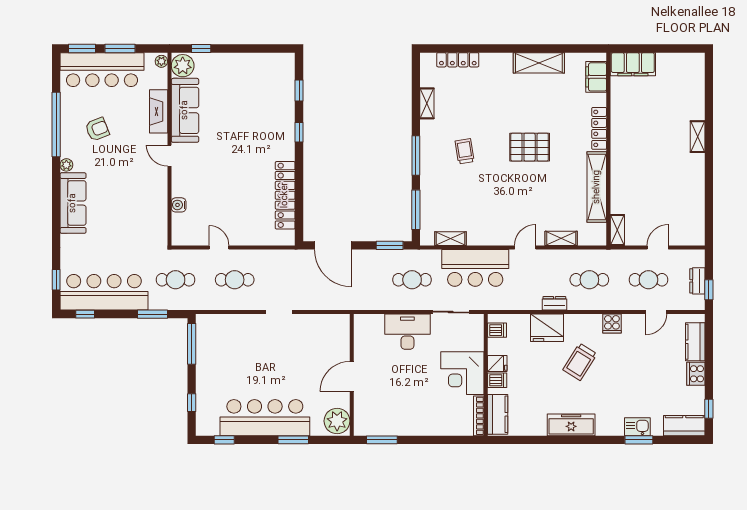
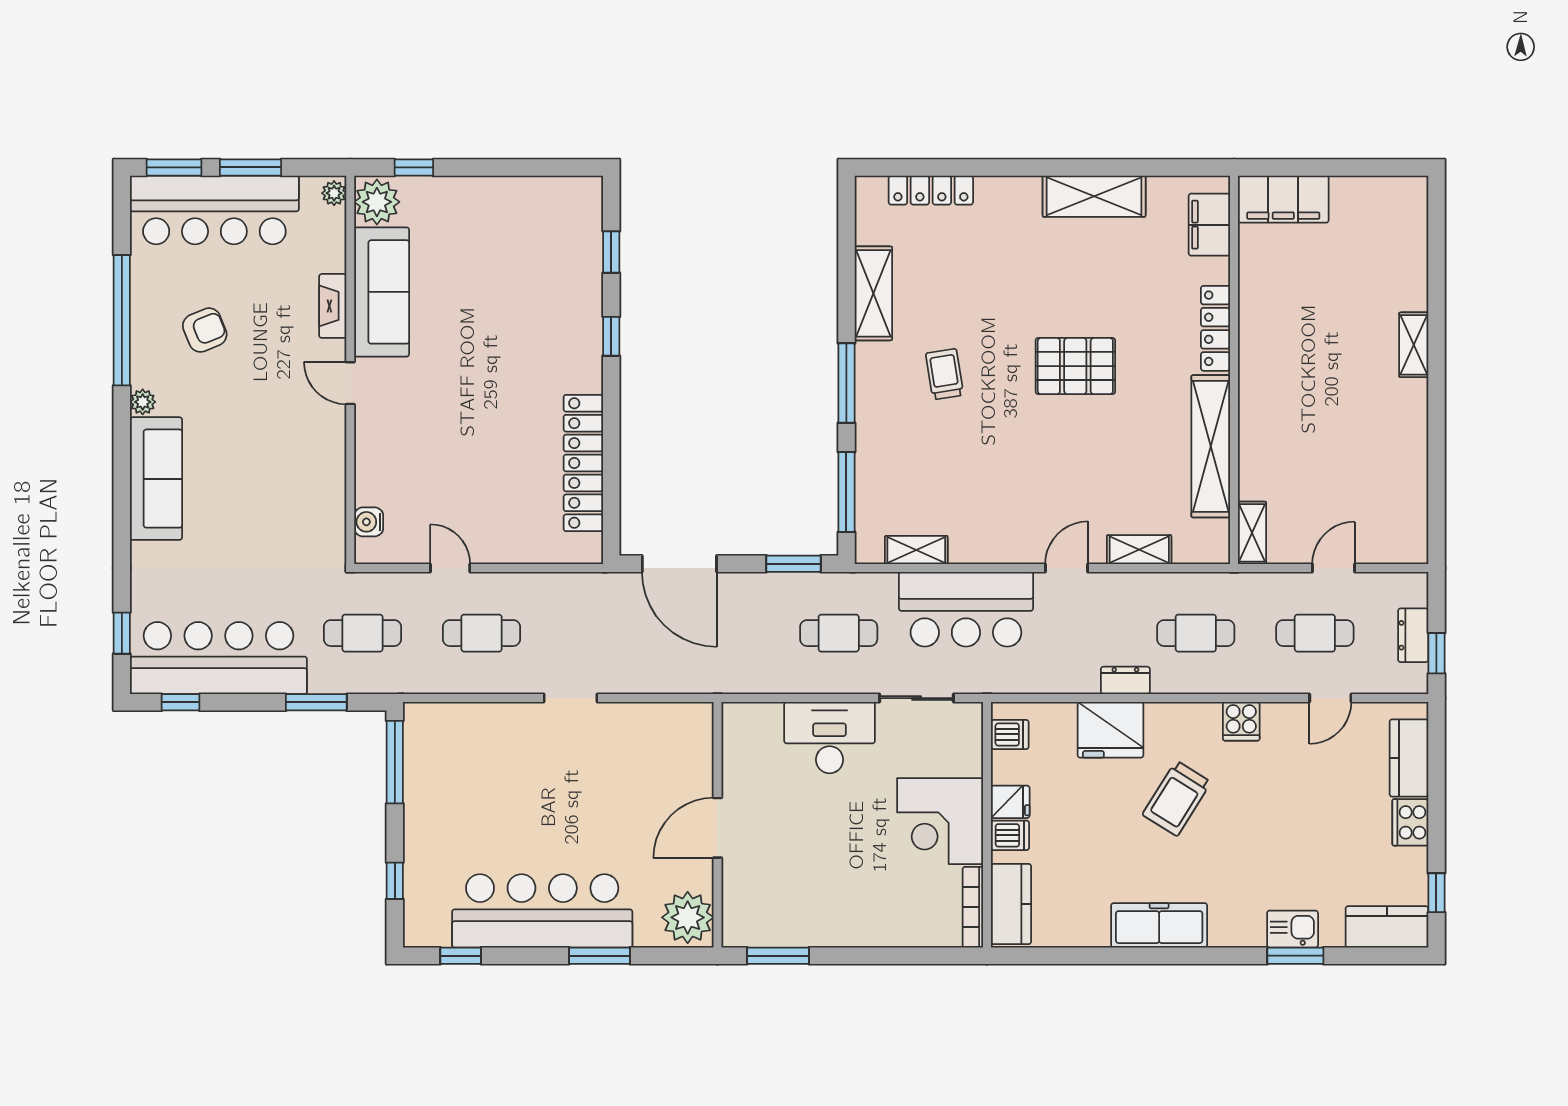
shelving: (427, 103) -> (873, 293), width x1.50, depth x1.33
fireplace: (159, 111) -> (333, 306), width x0.73, depth x0.76
water cooler: (179, 205) -> (369, 522), moved

